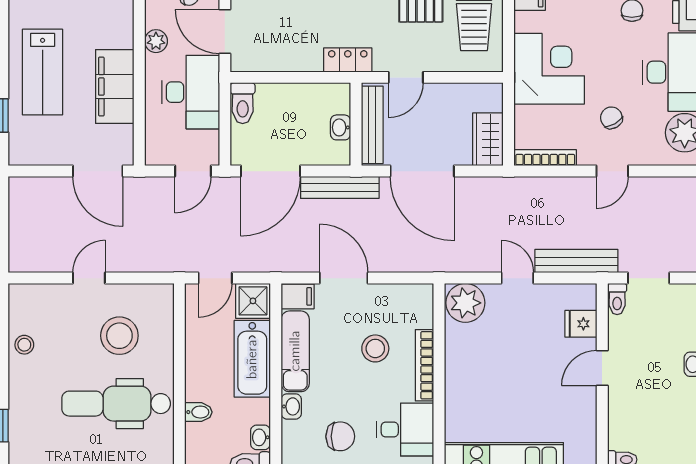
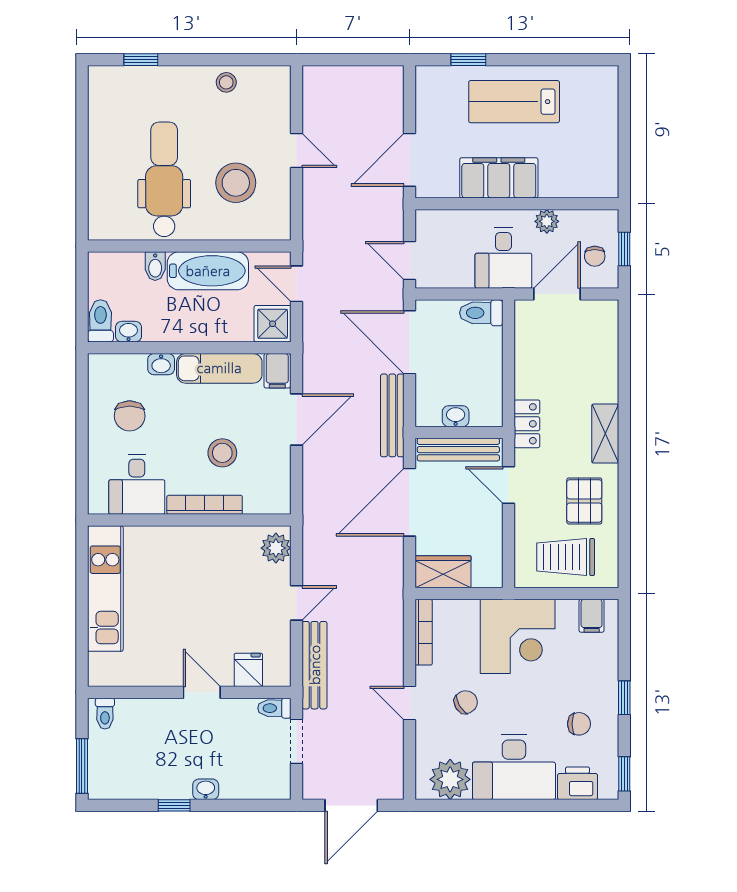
desk: (191, 92) -> (503, 258), width x0.73
plant: (465, 303) -> (276, 548), width x0.73, depth x0.73
bathtub: (252, 359) -> (208, 271), moved, turned 180

